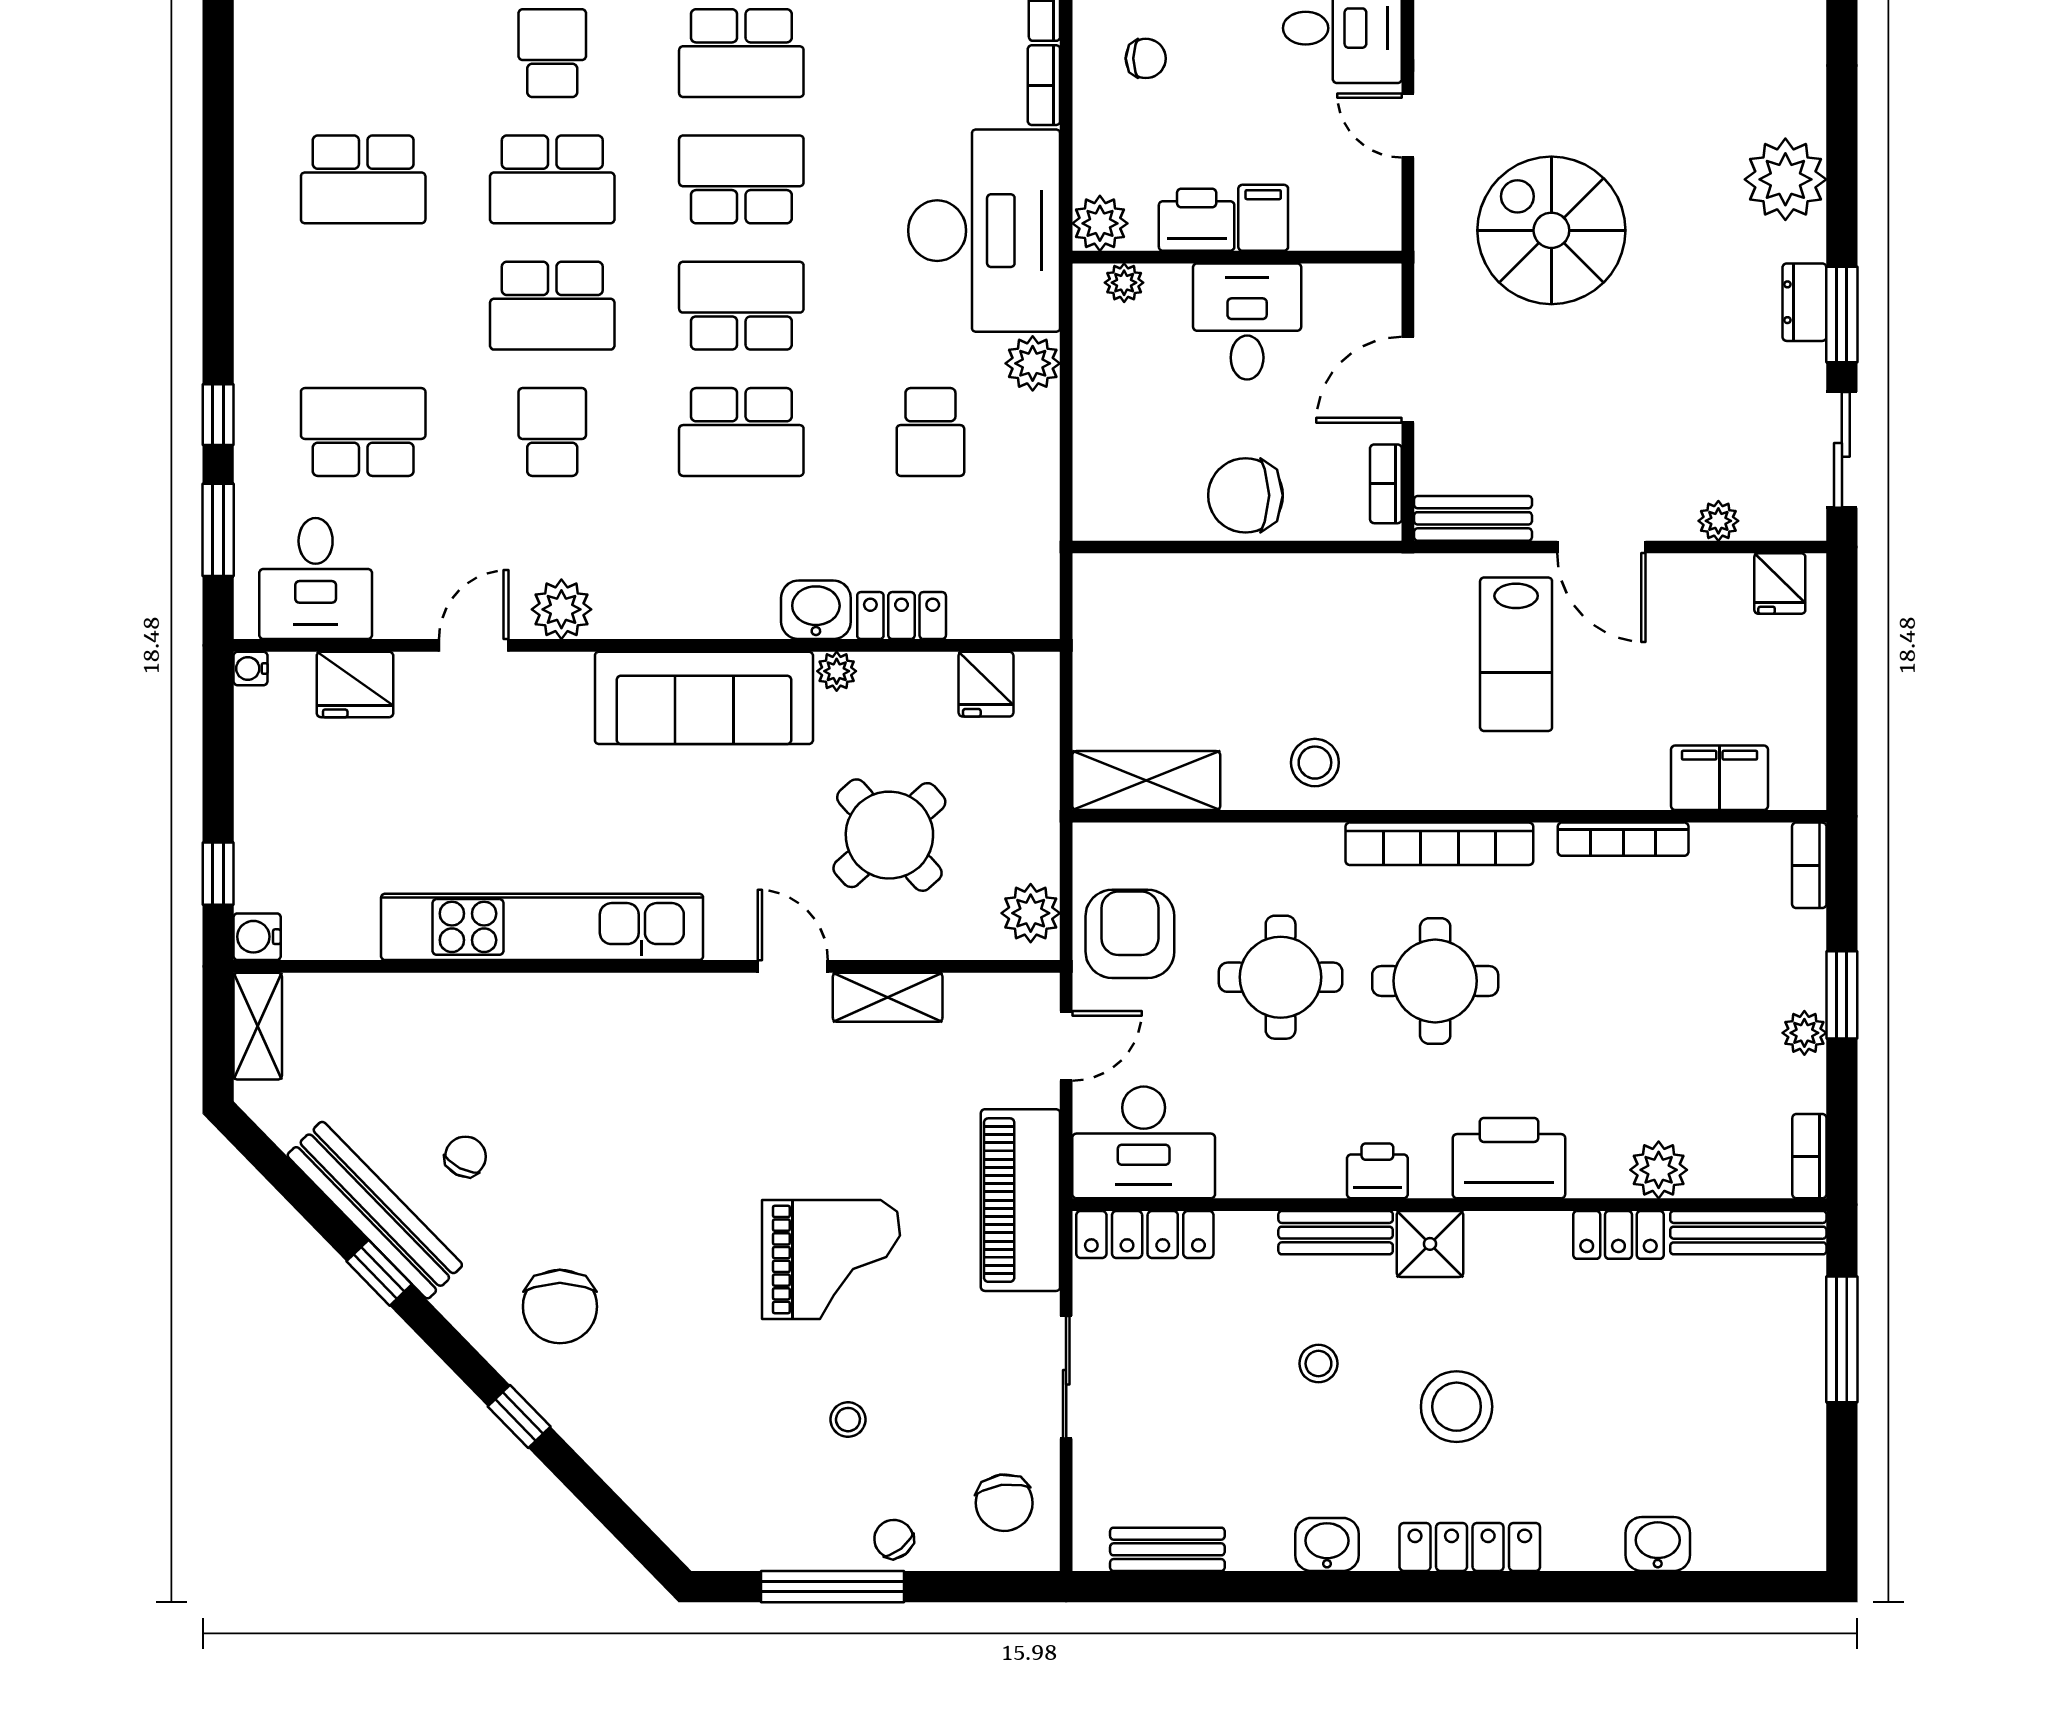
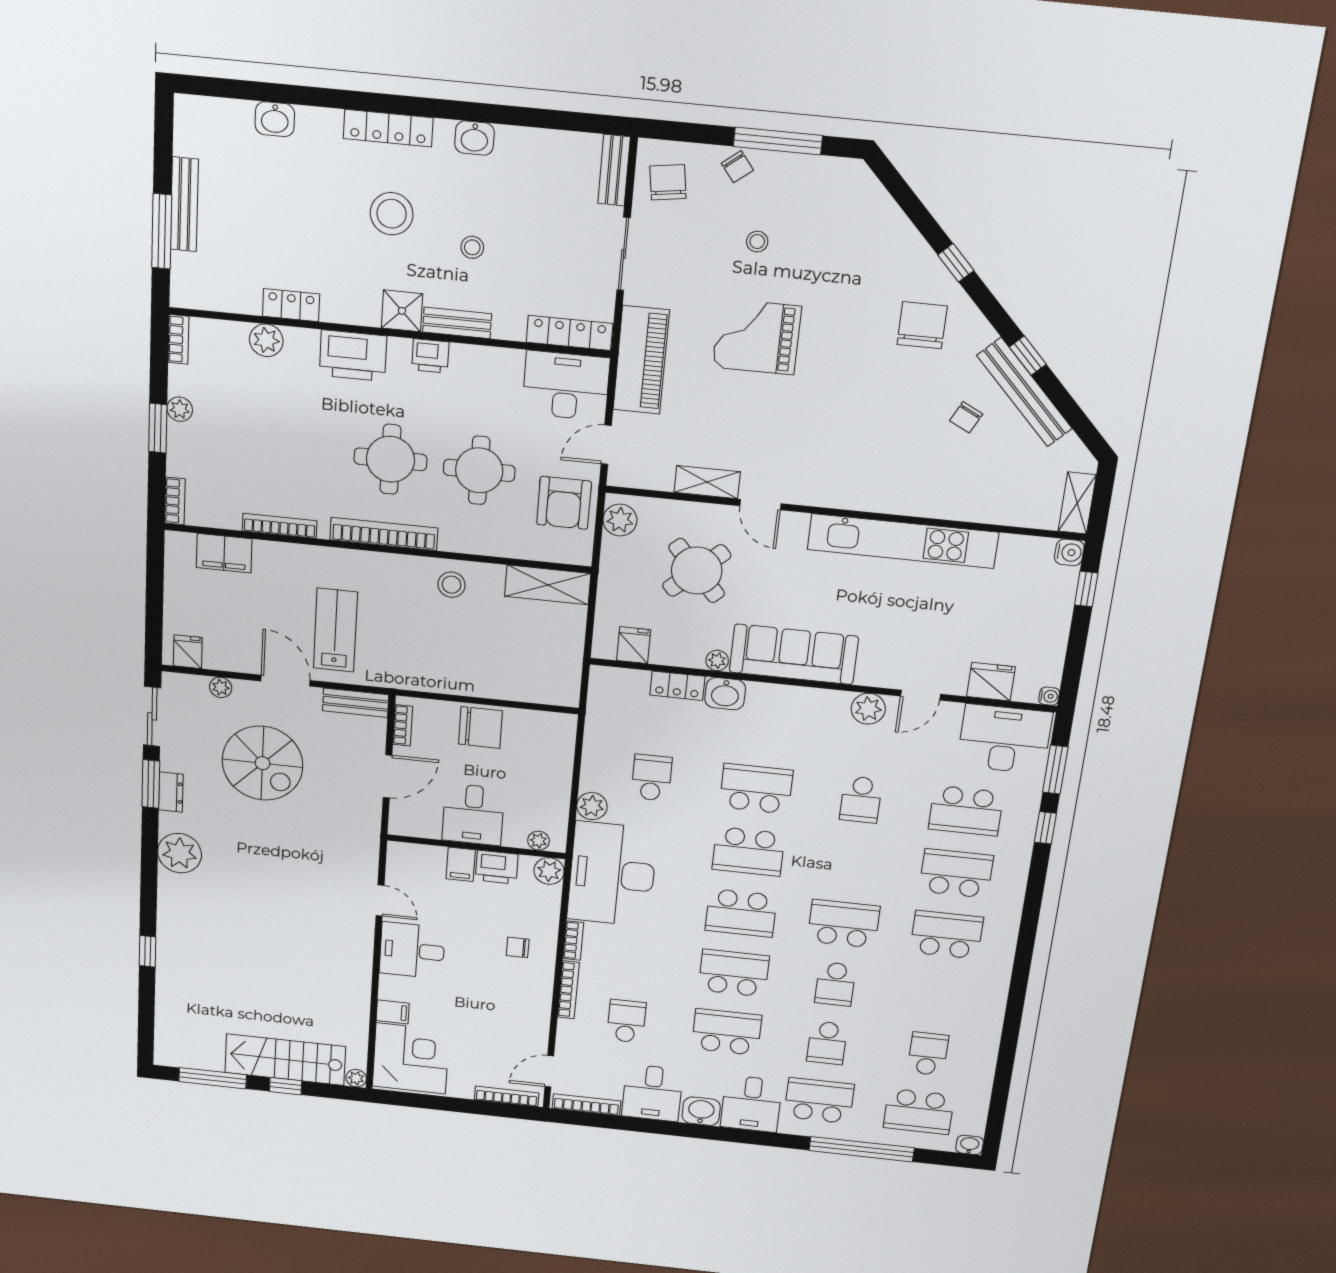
spiral stairs: (1551, 230) -> (263, 763), moved
school desk: (552, 306) -> (956, 873), moved
desk: (316, 579) -> (1004, 739), width x1.37
bench: (1748, 1233) -> (184, 204), moved, turned 90
bench: (1167, 1549) -> (614, 170), moved, turned 90

